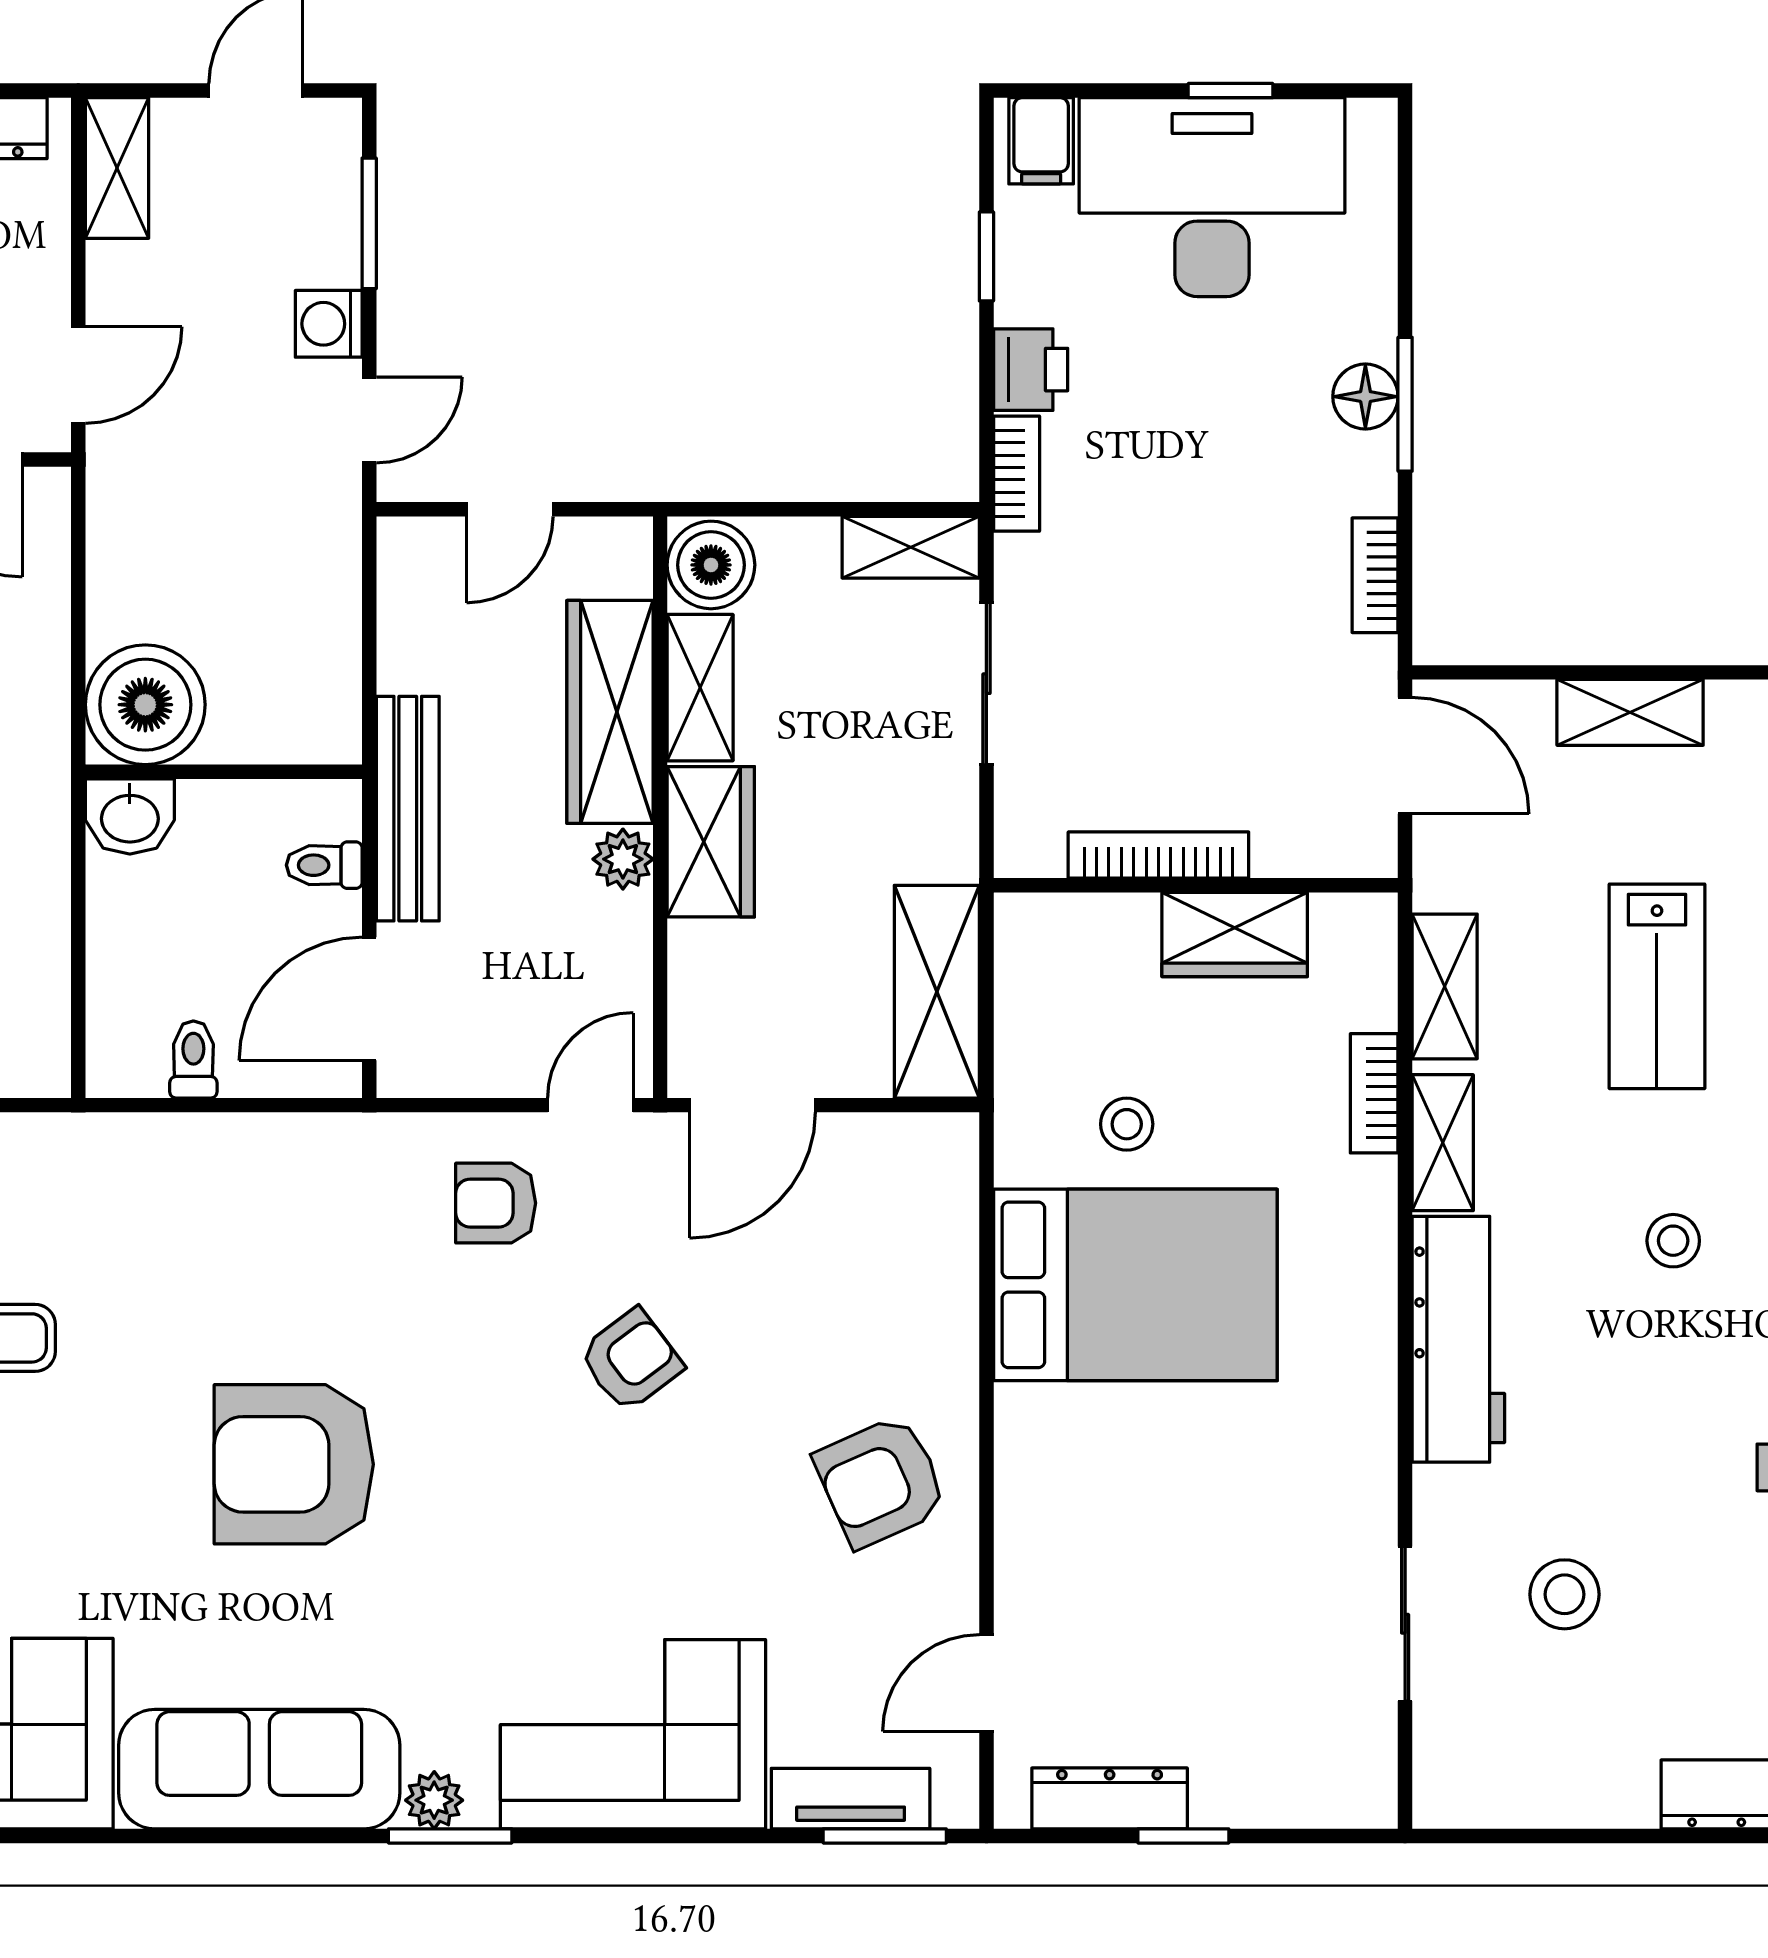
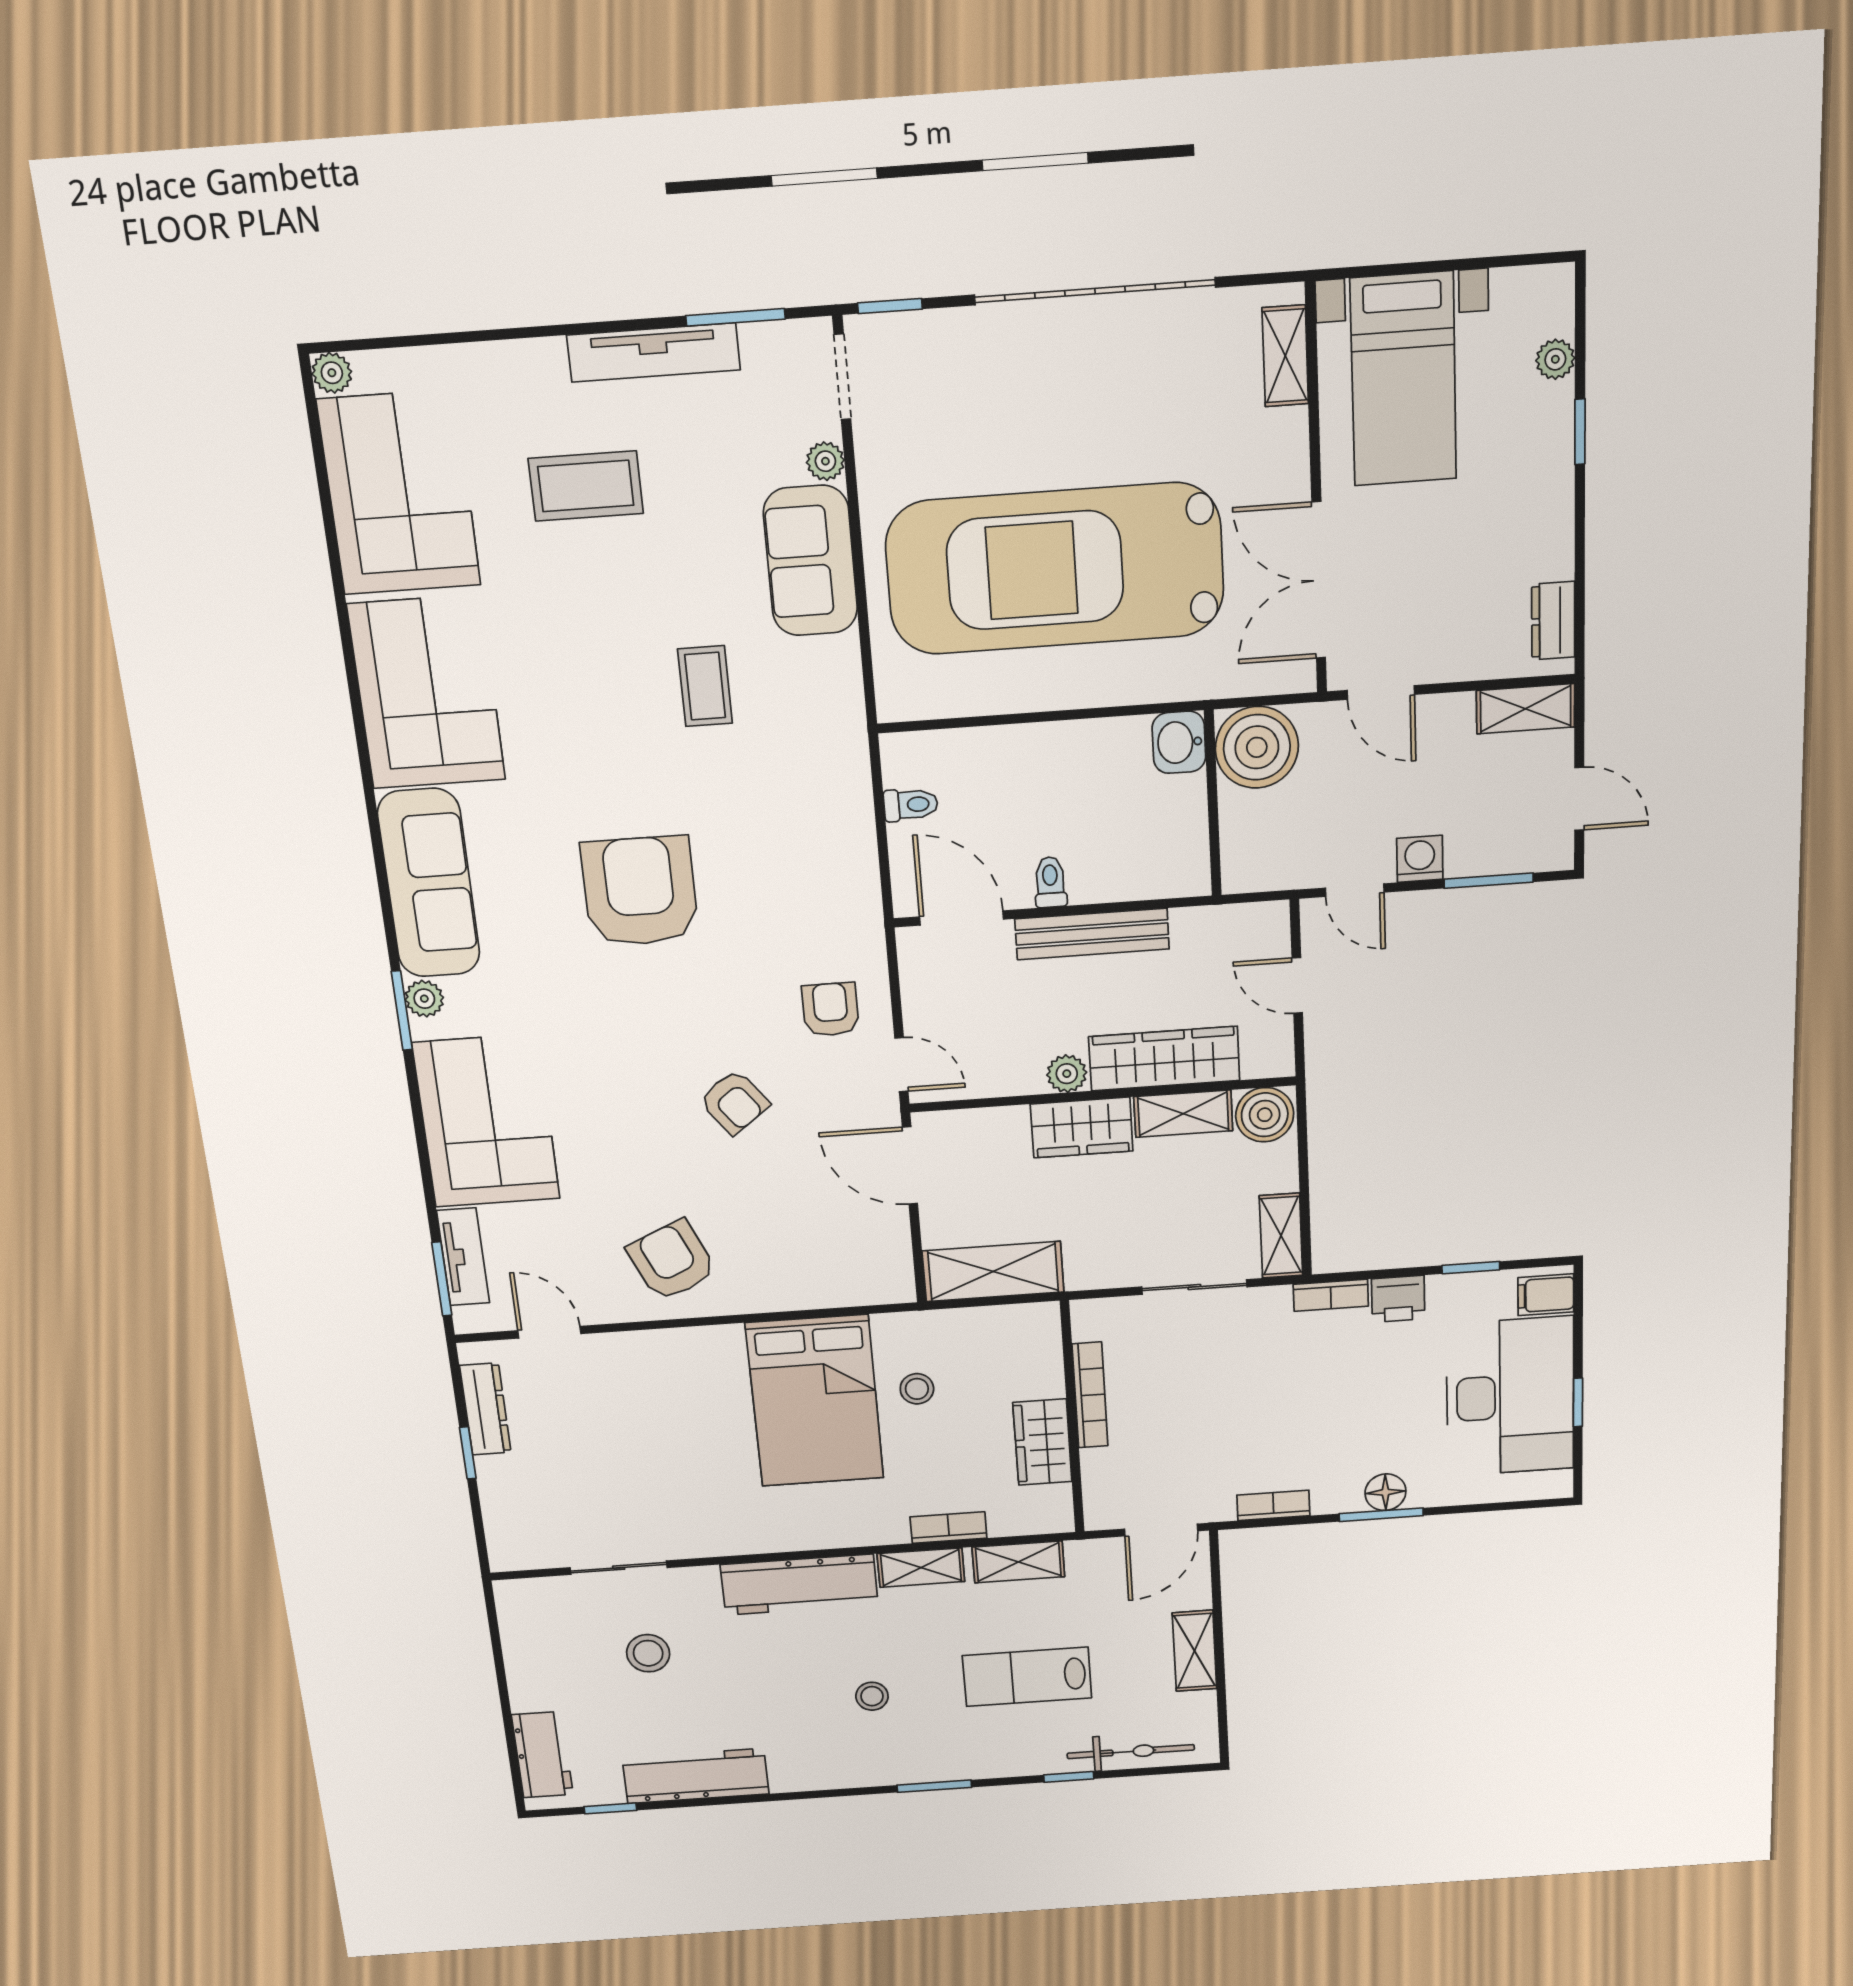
boiler: (145, 705) -> (1257, 747), moved
wall: (224, 772) -> (1213, 804), moved
washbasin: (130, 816) -> (1179, 742), moved

